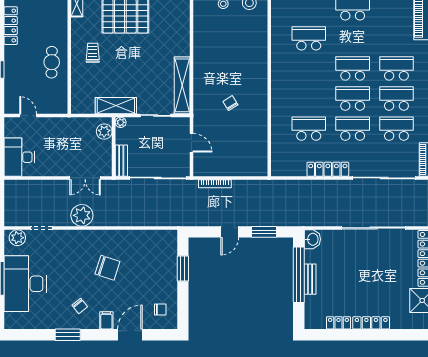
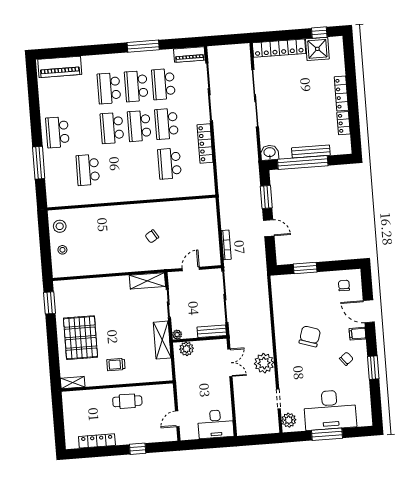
shelving: (182, 85) -> (147, 281), width x0.68
bench: (310, 279) -> (311, 152), width x1.36

